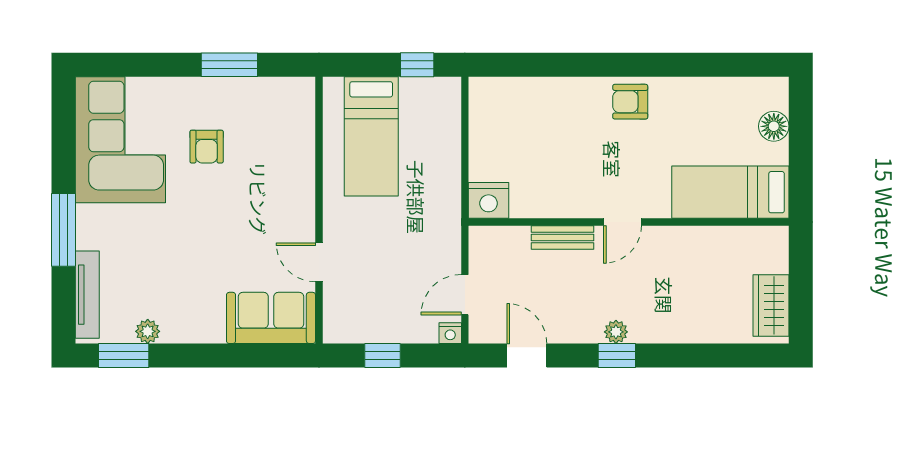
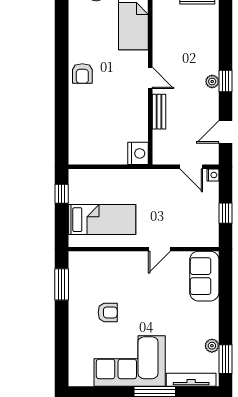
window: (229, 65) -> (62, 284), moved
corner sofa: (120, 140) -> (130, 361), moved
door: (319, 262) -> (159, 249), moved

